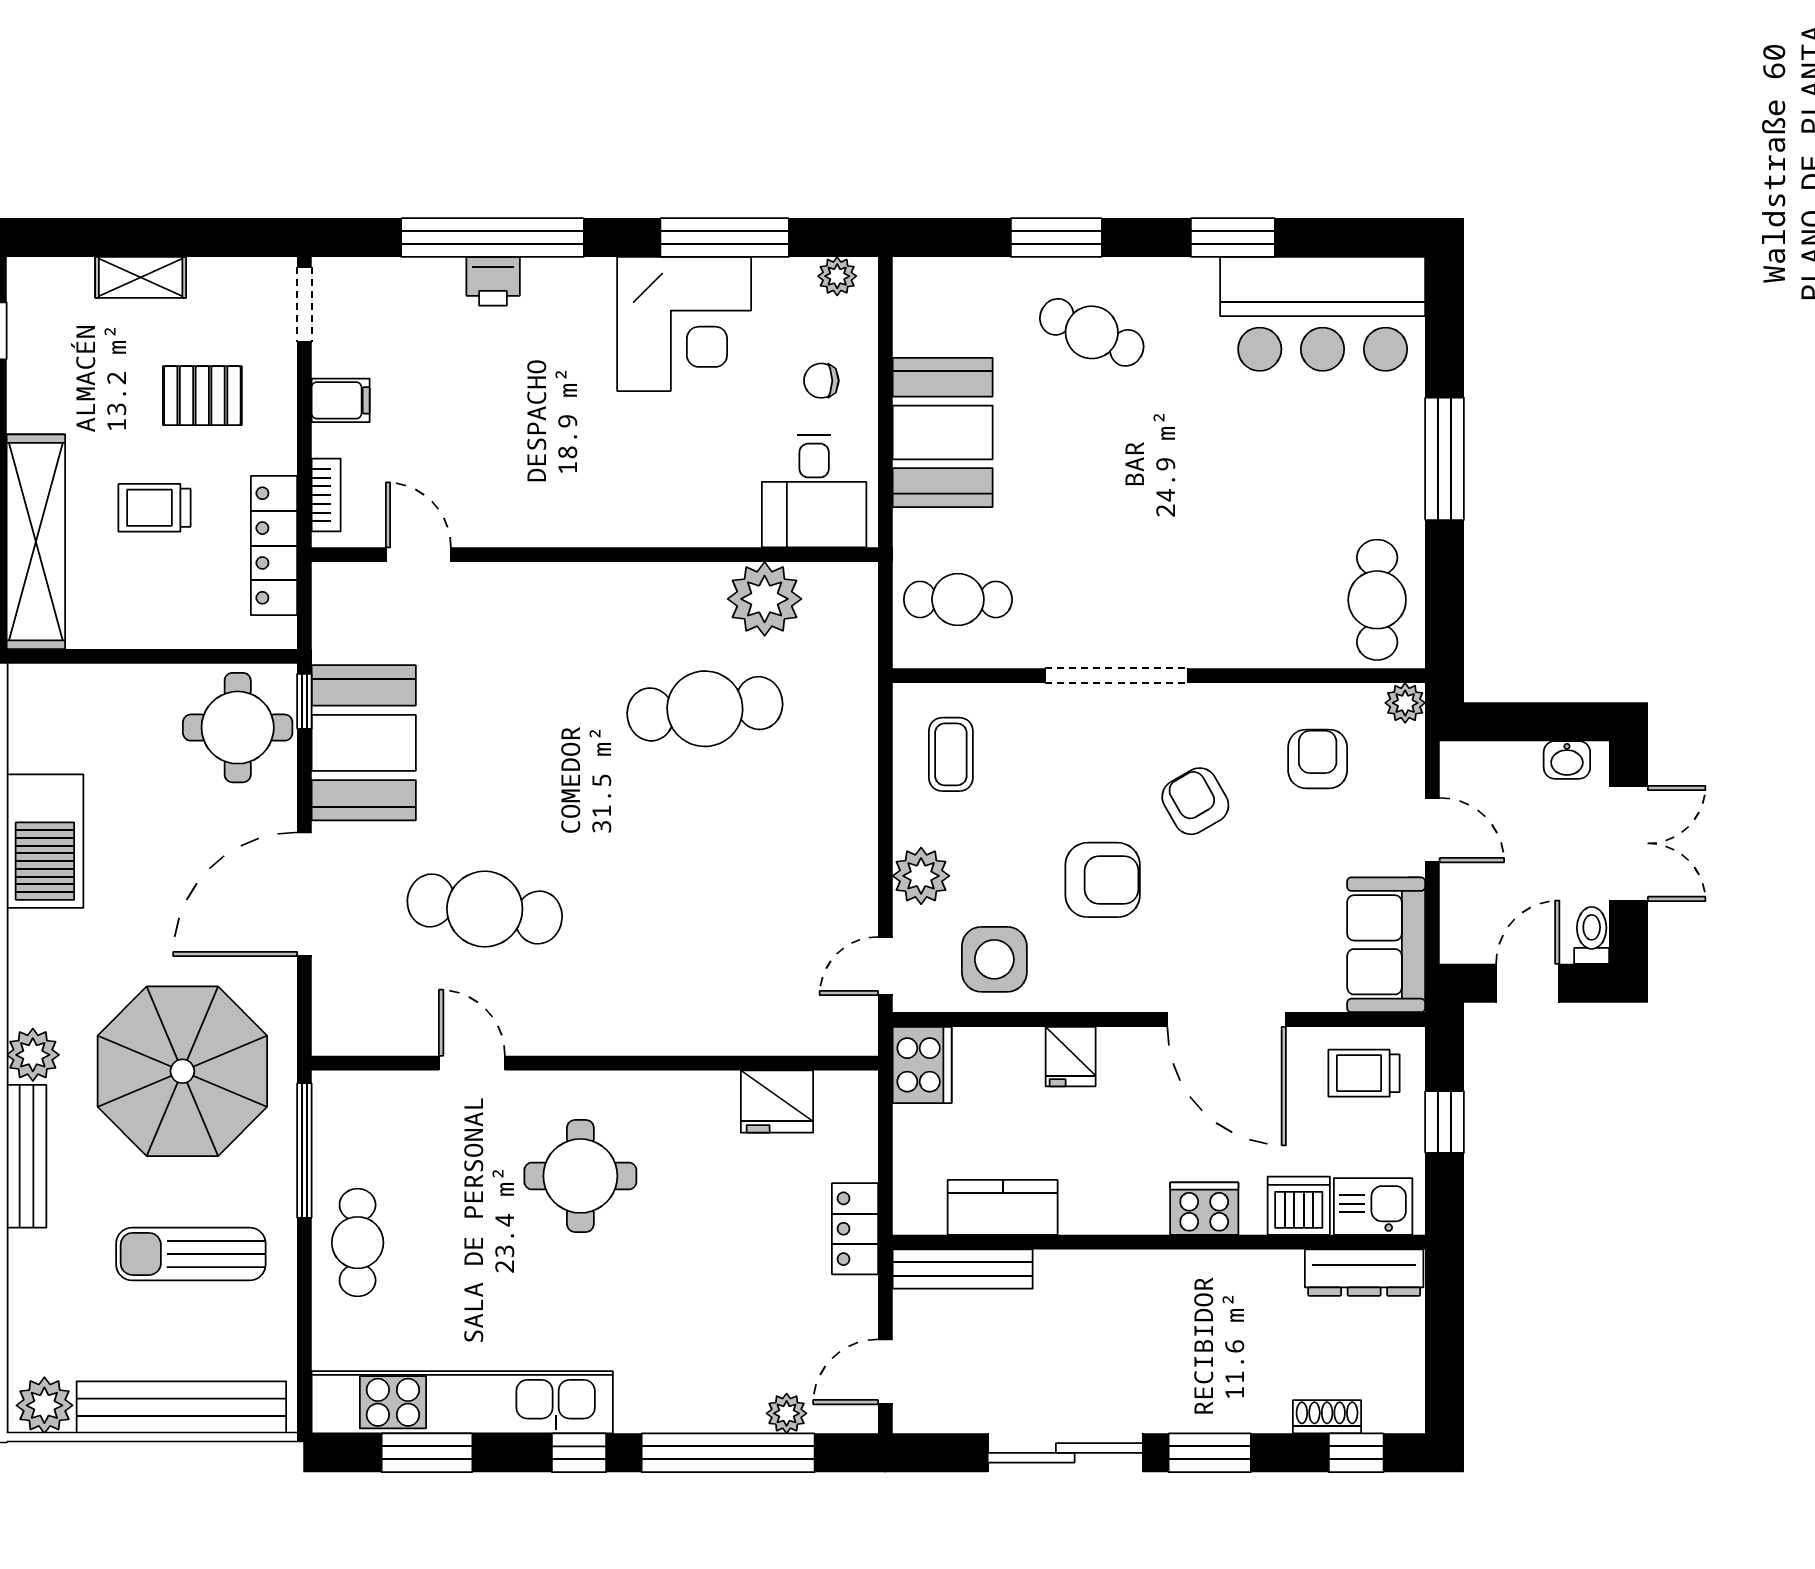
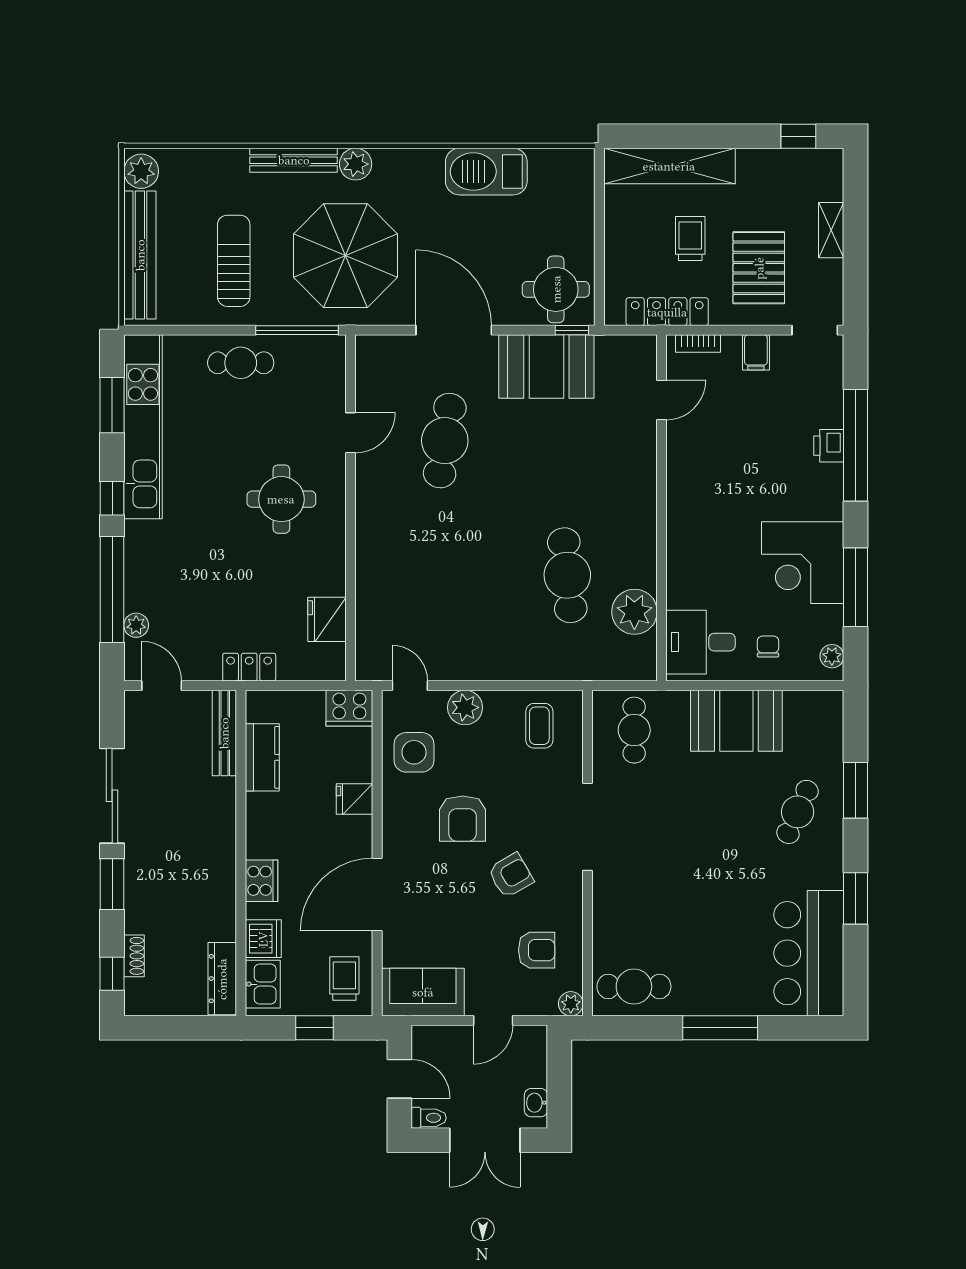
pallet: (202, 396) -> (759, 268), width x1.50, depth x1.42
coffee table: (951, 754) -> (539, 726), turned 90

